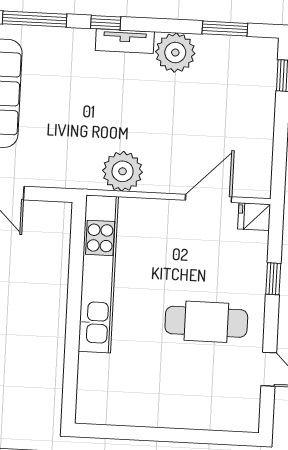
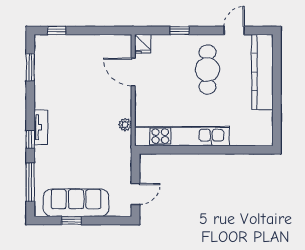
plant: (175, 53) -> (46, 96), removed
plant: (123, 171) -> (125, 125), width x0.53, depth x0.53
kitchen counter: (197, 412) -> (262, 72), added

